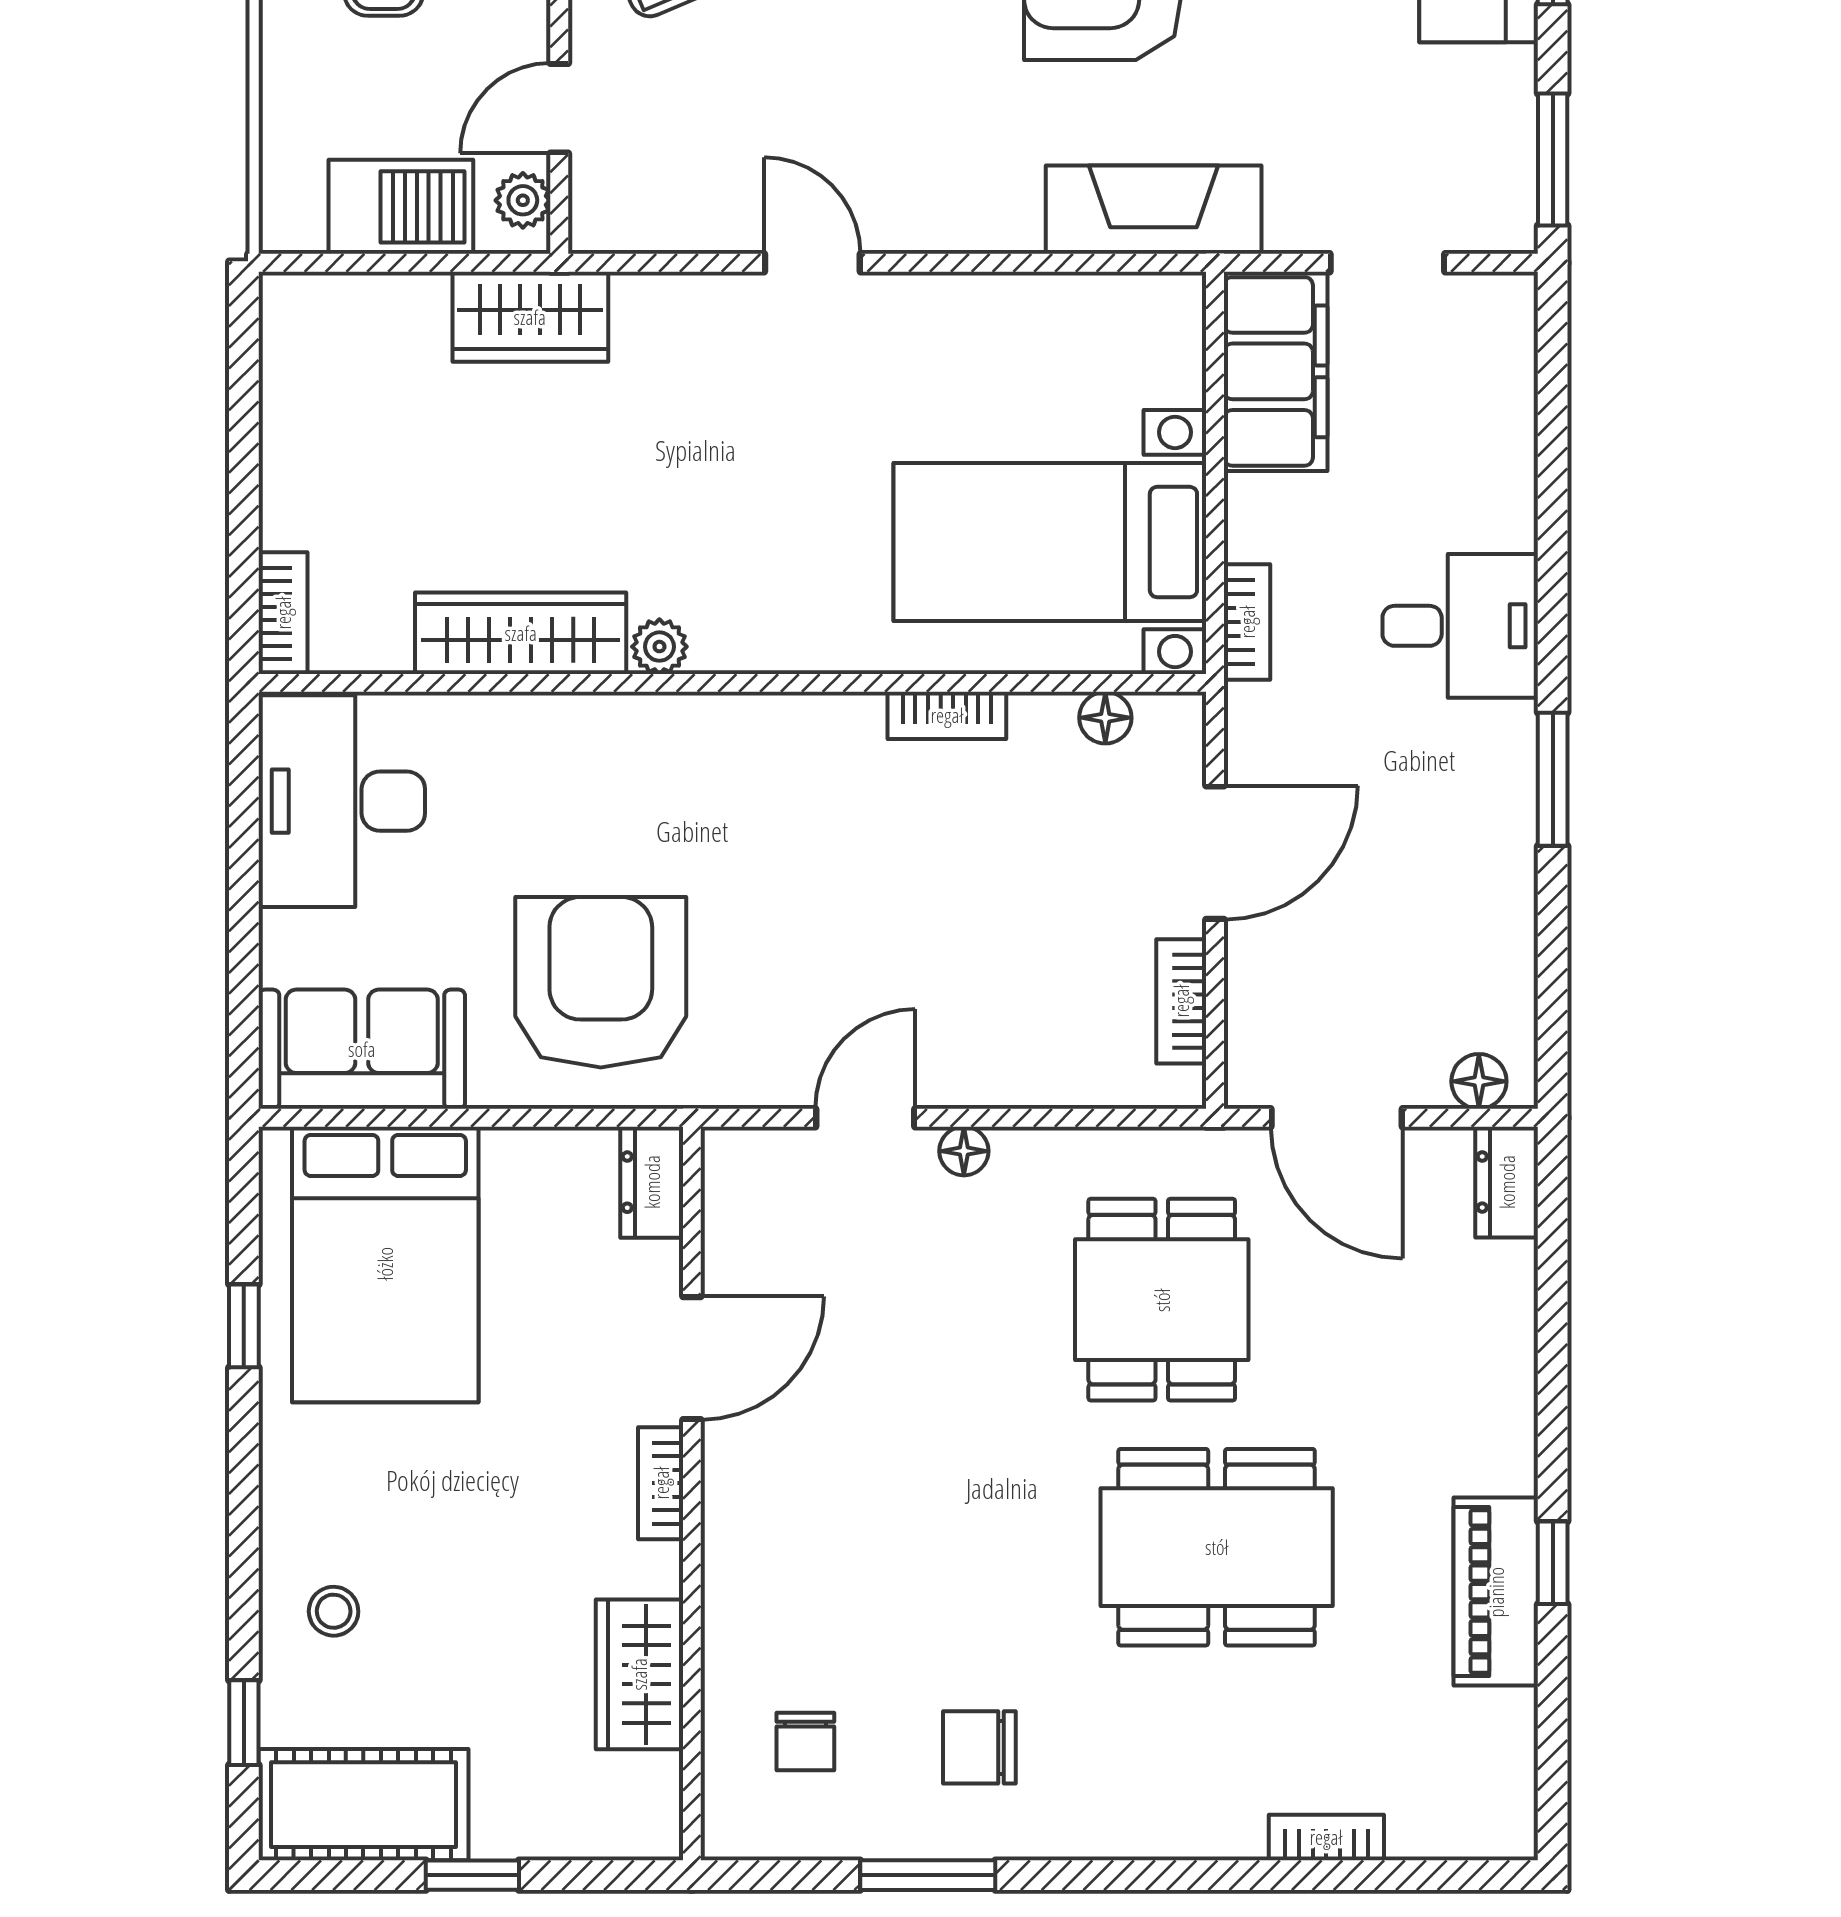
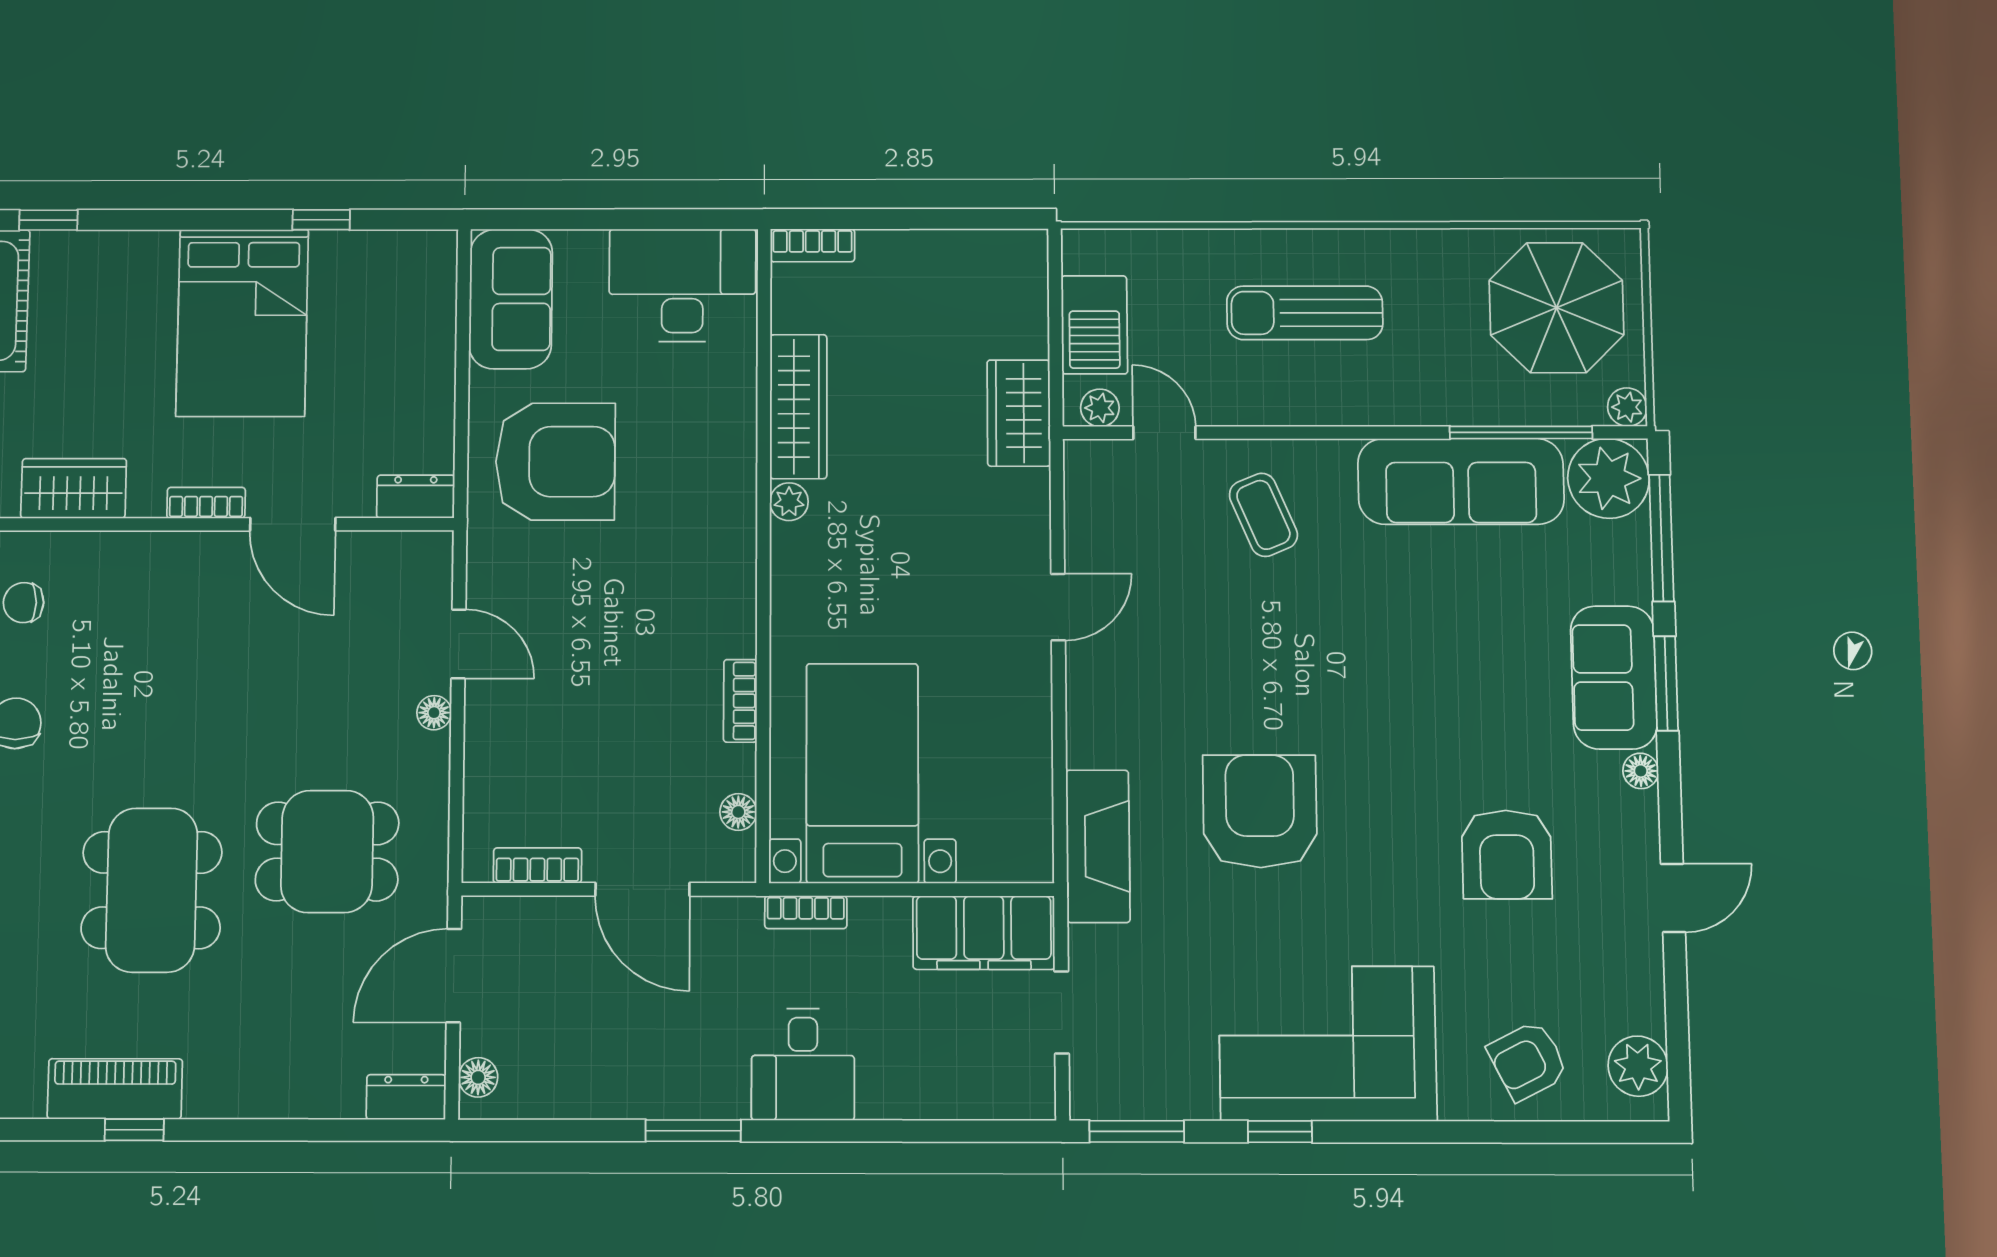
bed: (385, 1264) -> (242, 323), moved, turned -90
stool: (334, 1611) -> (123, 280), removed

